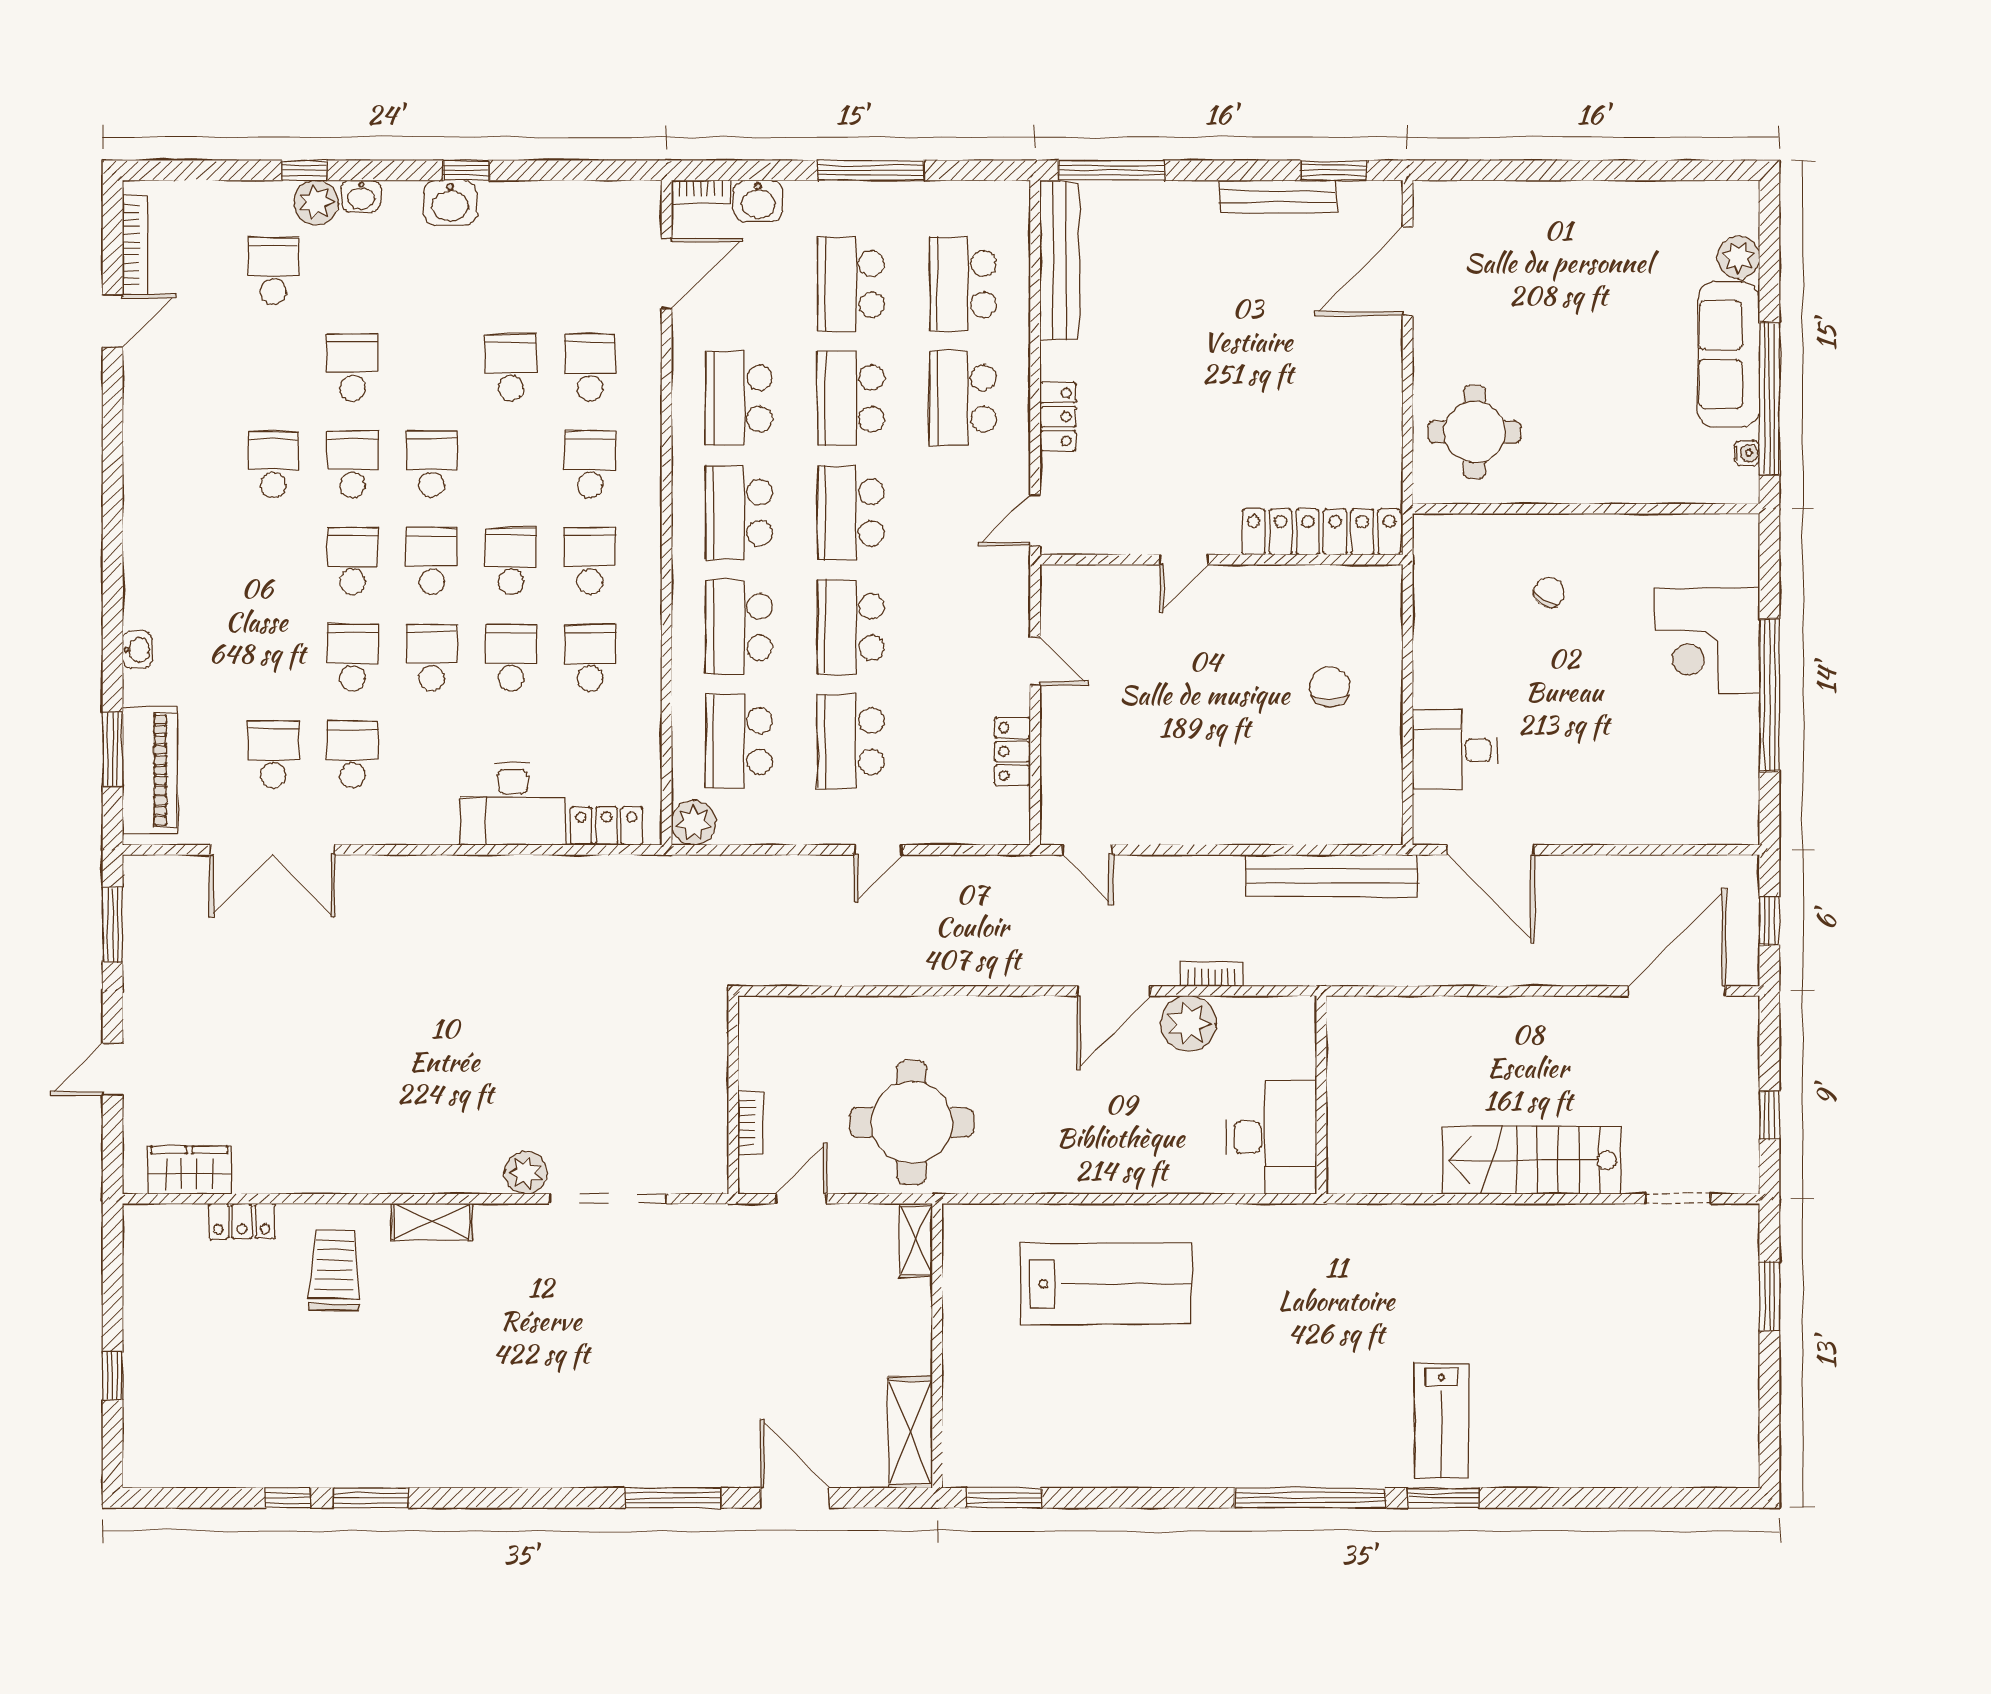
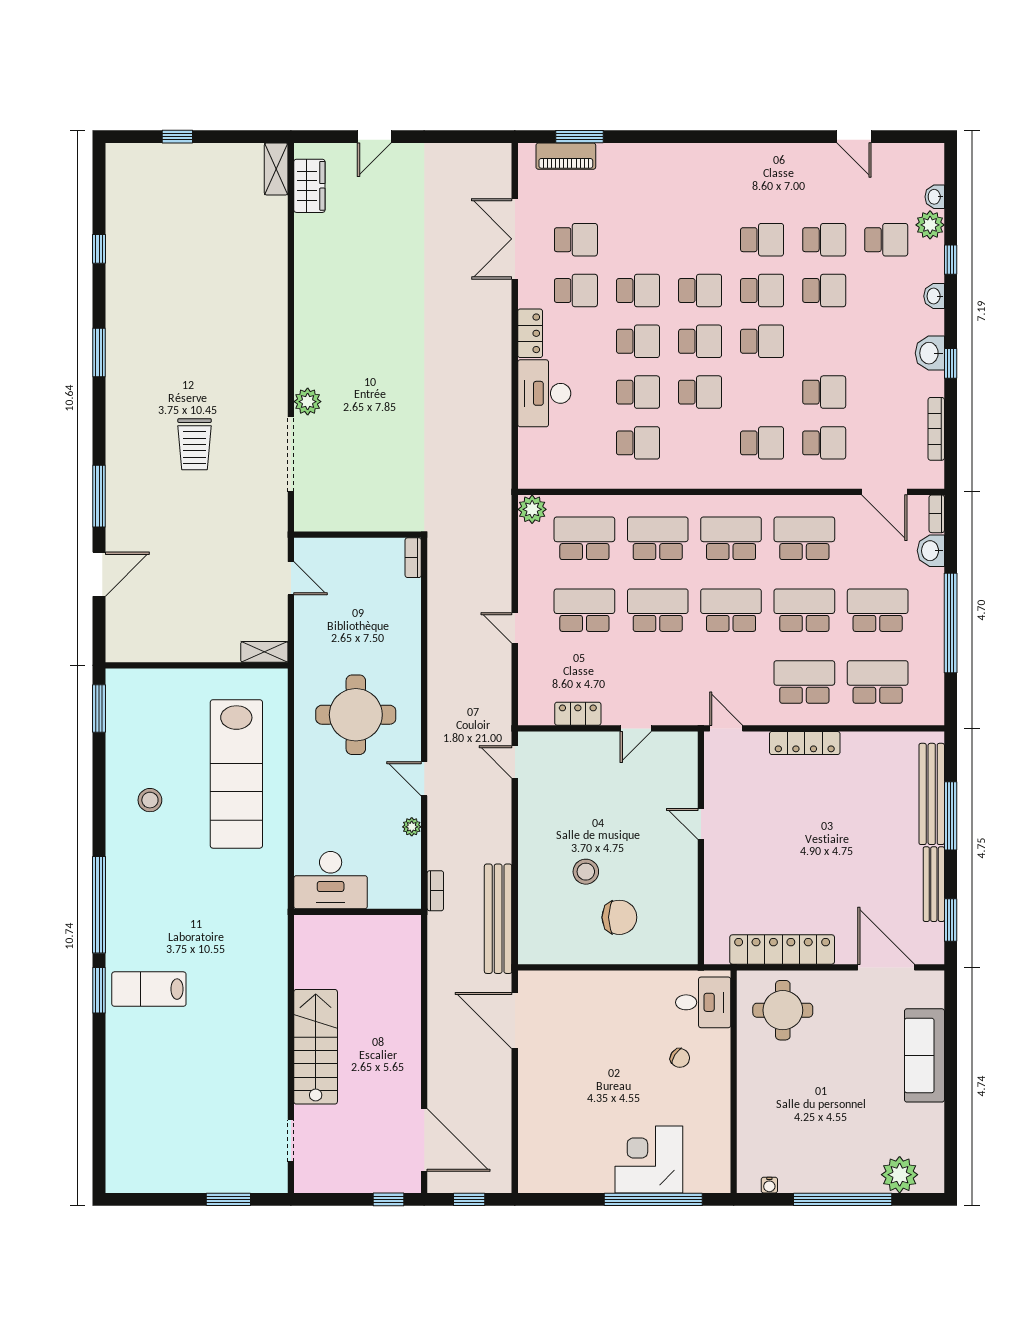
window: (871, 170) -> (951, 623), width x1.46
window: (1112, 170) -> (951, 816), moved
plant: (316, 202) -> (930, 225), moved
bookcase: (135, 245) -> (936, 429), moved, turned 90
plant: (1739, 258) -> (900, 1175), width x1.36, depth x1.36
bench: (1059, 261) -> (932, 794), moved, turned 90
sofa: (1729, 355) -> (924, 1055), moved, turned -90
window: (1769, 399) -> (843, 1199), moved
locker: (1058, 417) -> (805, 743), width x1.53
locker: (1321, 532) -> (782, 949), moved, turned -90
school desk: (590, 561) -> (824, 240), moved
washbasin: (137, 650) -> (935, 197), moved, turned 90
chair: (1330, 687) -> (619, 917), width x1.37, depth x1.37
window: (1769, 695) -> (653, 1199), moved
stool: (1258, 739) -> (586, 872), added
desk: (1455, 750) -> (703, 1002), moved, turned 90
piano: (150, 770) -> (566, 156), width x0.73, depth x0.75
locker: (606, 826) -> (530, 333), moved
door: (1087, 850) -> (515, 762), hinge flipped
door: (1490, 850) -> (515, 1020), hinge flipped
window: (113, 924) -> (467, 137), removed
bookcase: (1212, 974) -> (435, 891), moved
door: (1114, 991) -> (424, 779), width x0.73
plant: (1189, 1023) -> (412, 827), width x0.53, depth x0.53
door: (113, 1069) -> (374, 137), swing flipped
window: (1769, 1115) -> (388, 1199), moved
round table: (911, 1122) -> (356, 715), moved
bookcase: (750, 1123) -> (413, 558), moved, turned 90
locker: (242, 1221) -> (277, 220), removed
shelving: (432, 1222) -> (276, 169), moved
trolley: (334, 1270) -> (195, 444), moved, turned 89
lab bench: (1106, 1284) -> (236, 774), width x1.36
stool: (1147, 1419) -> (150, 800), added
shelving: (910, 1432) -> (141, 648), removed
window: (371, 1498) -> (99, 353), moved

